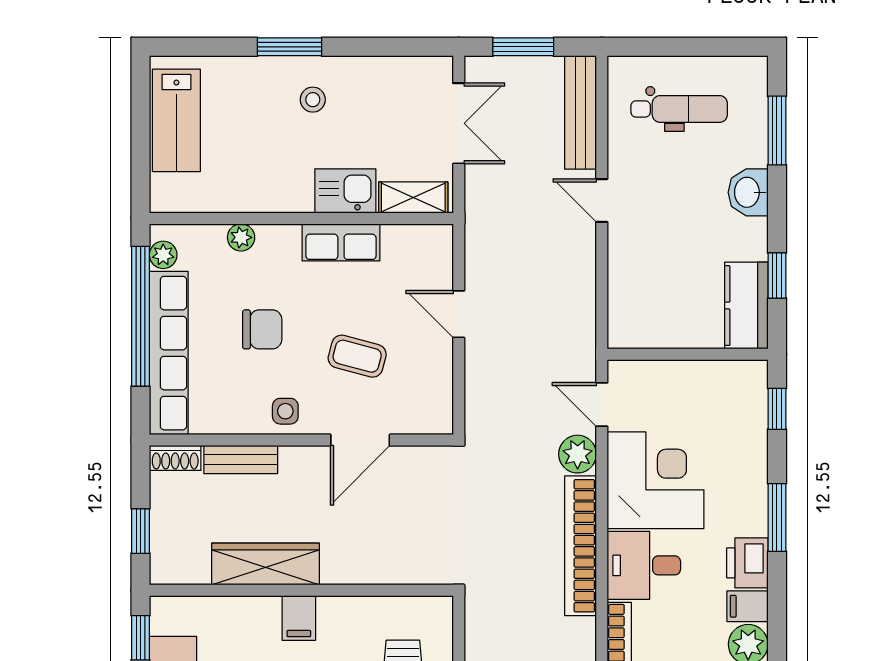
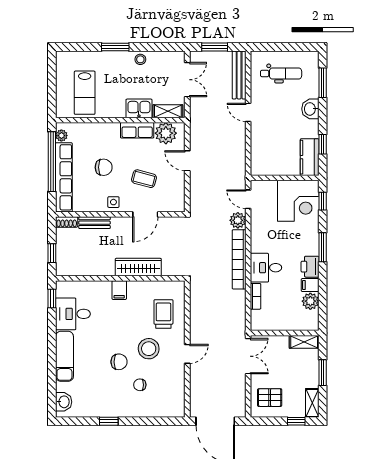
stool: (313, 100) -> (140, 59), moved
lab bench: (176, 120) -> (85, 93), moved
plant: (241, 237) -> (166, 133), moved, width x1.88, depth x1.88
corner desk: (656, 480) -> (298, 201), moved, turned 90
wardrobe: (266, 564) -> (138, 267), moved

